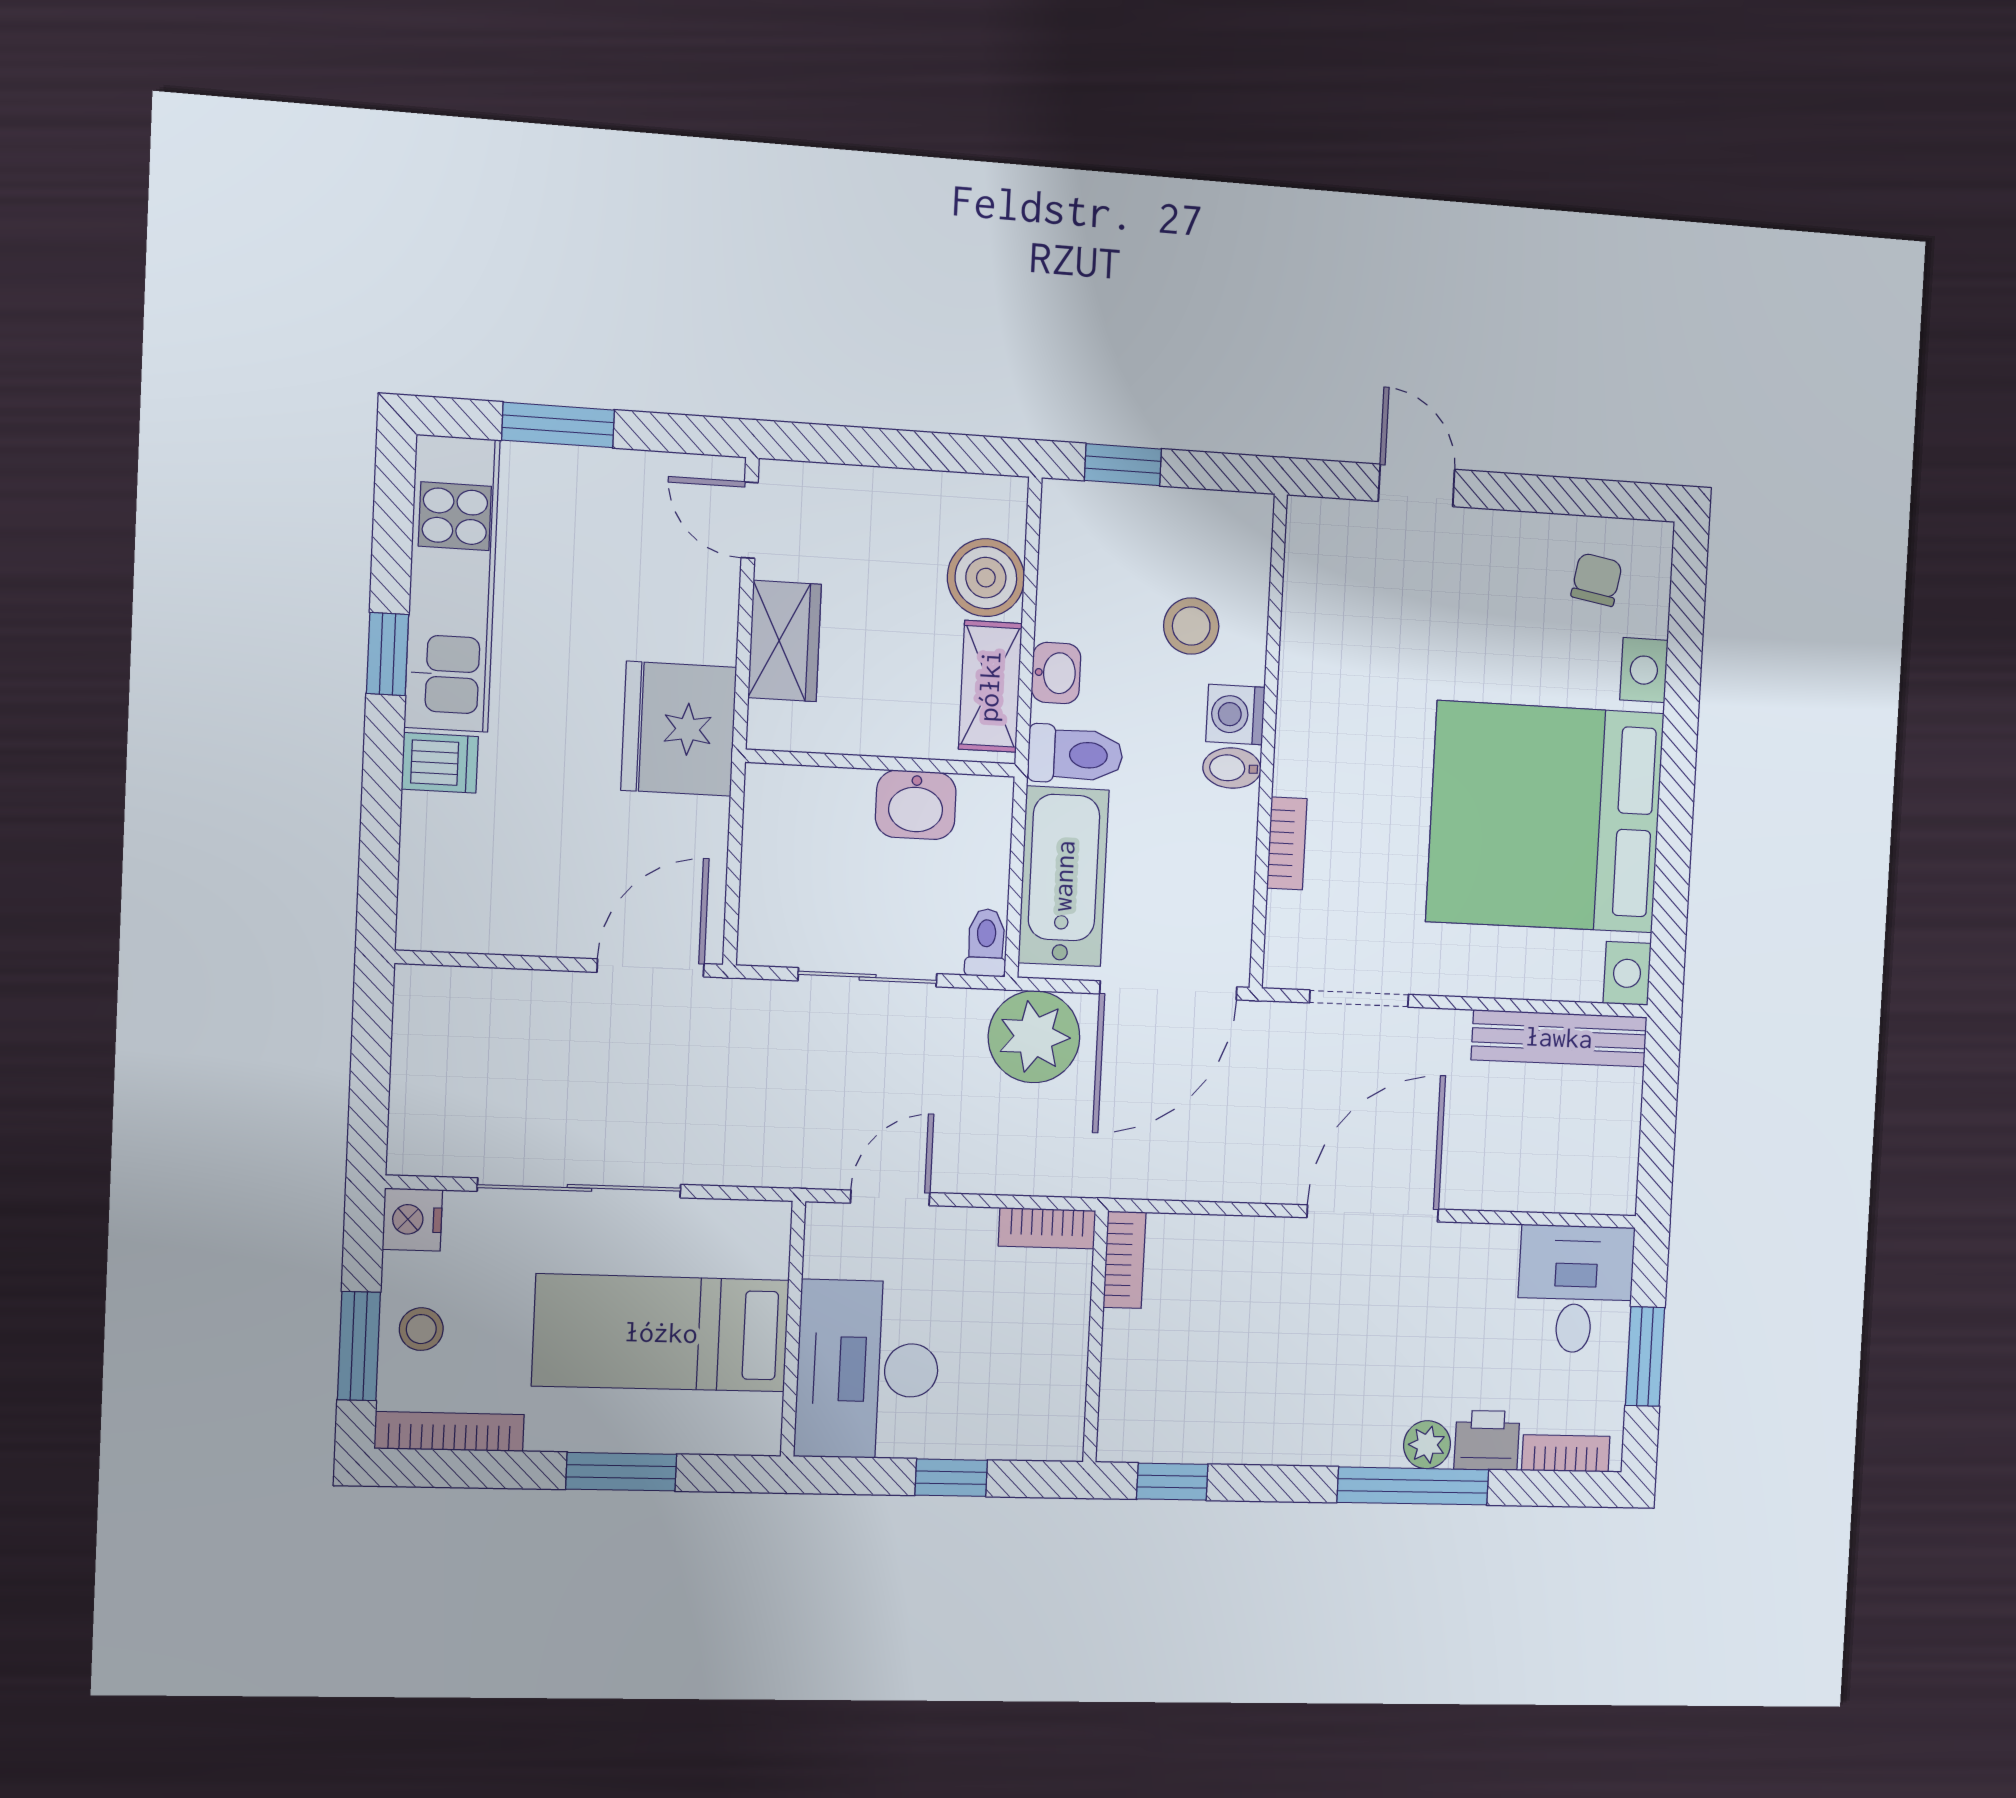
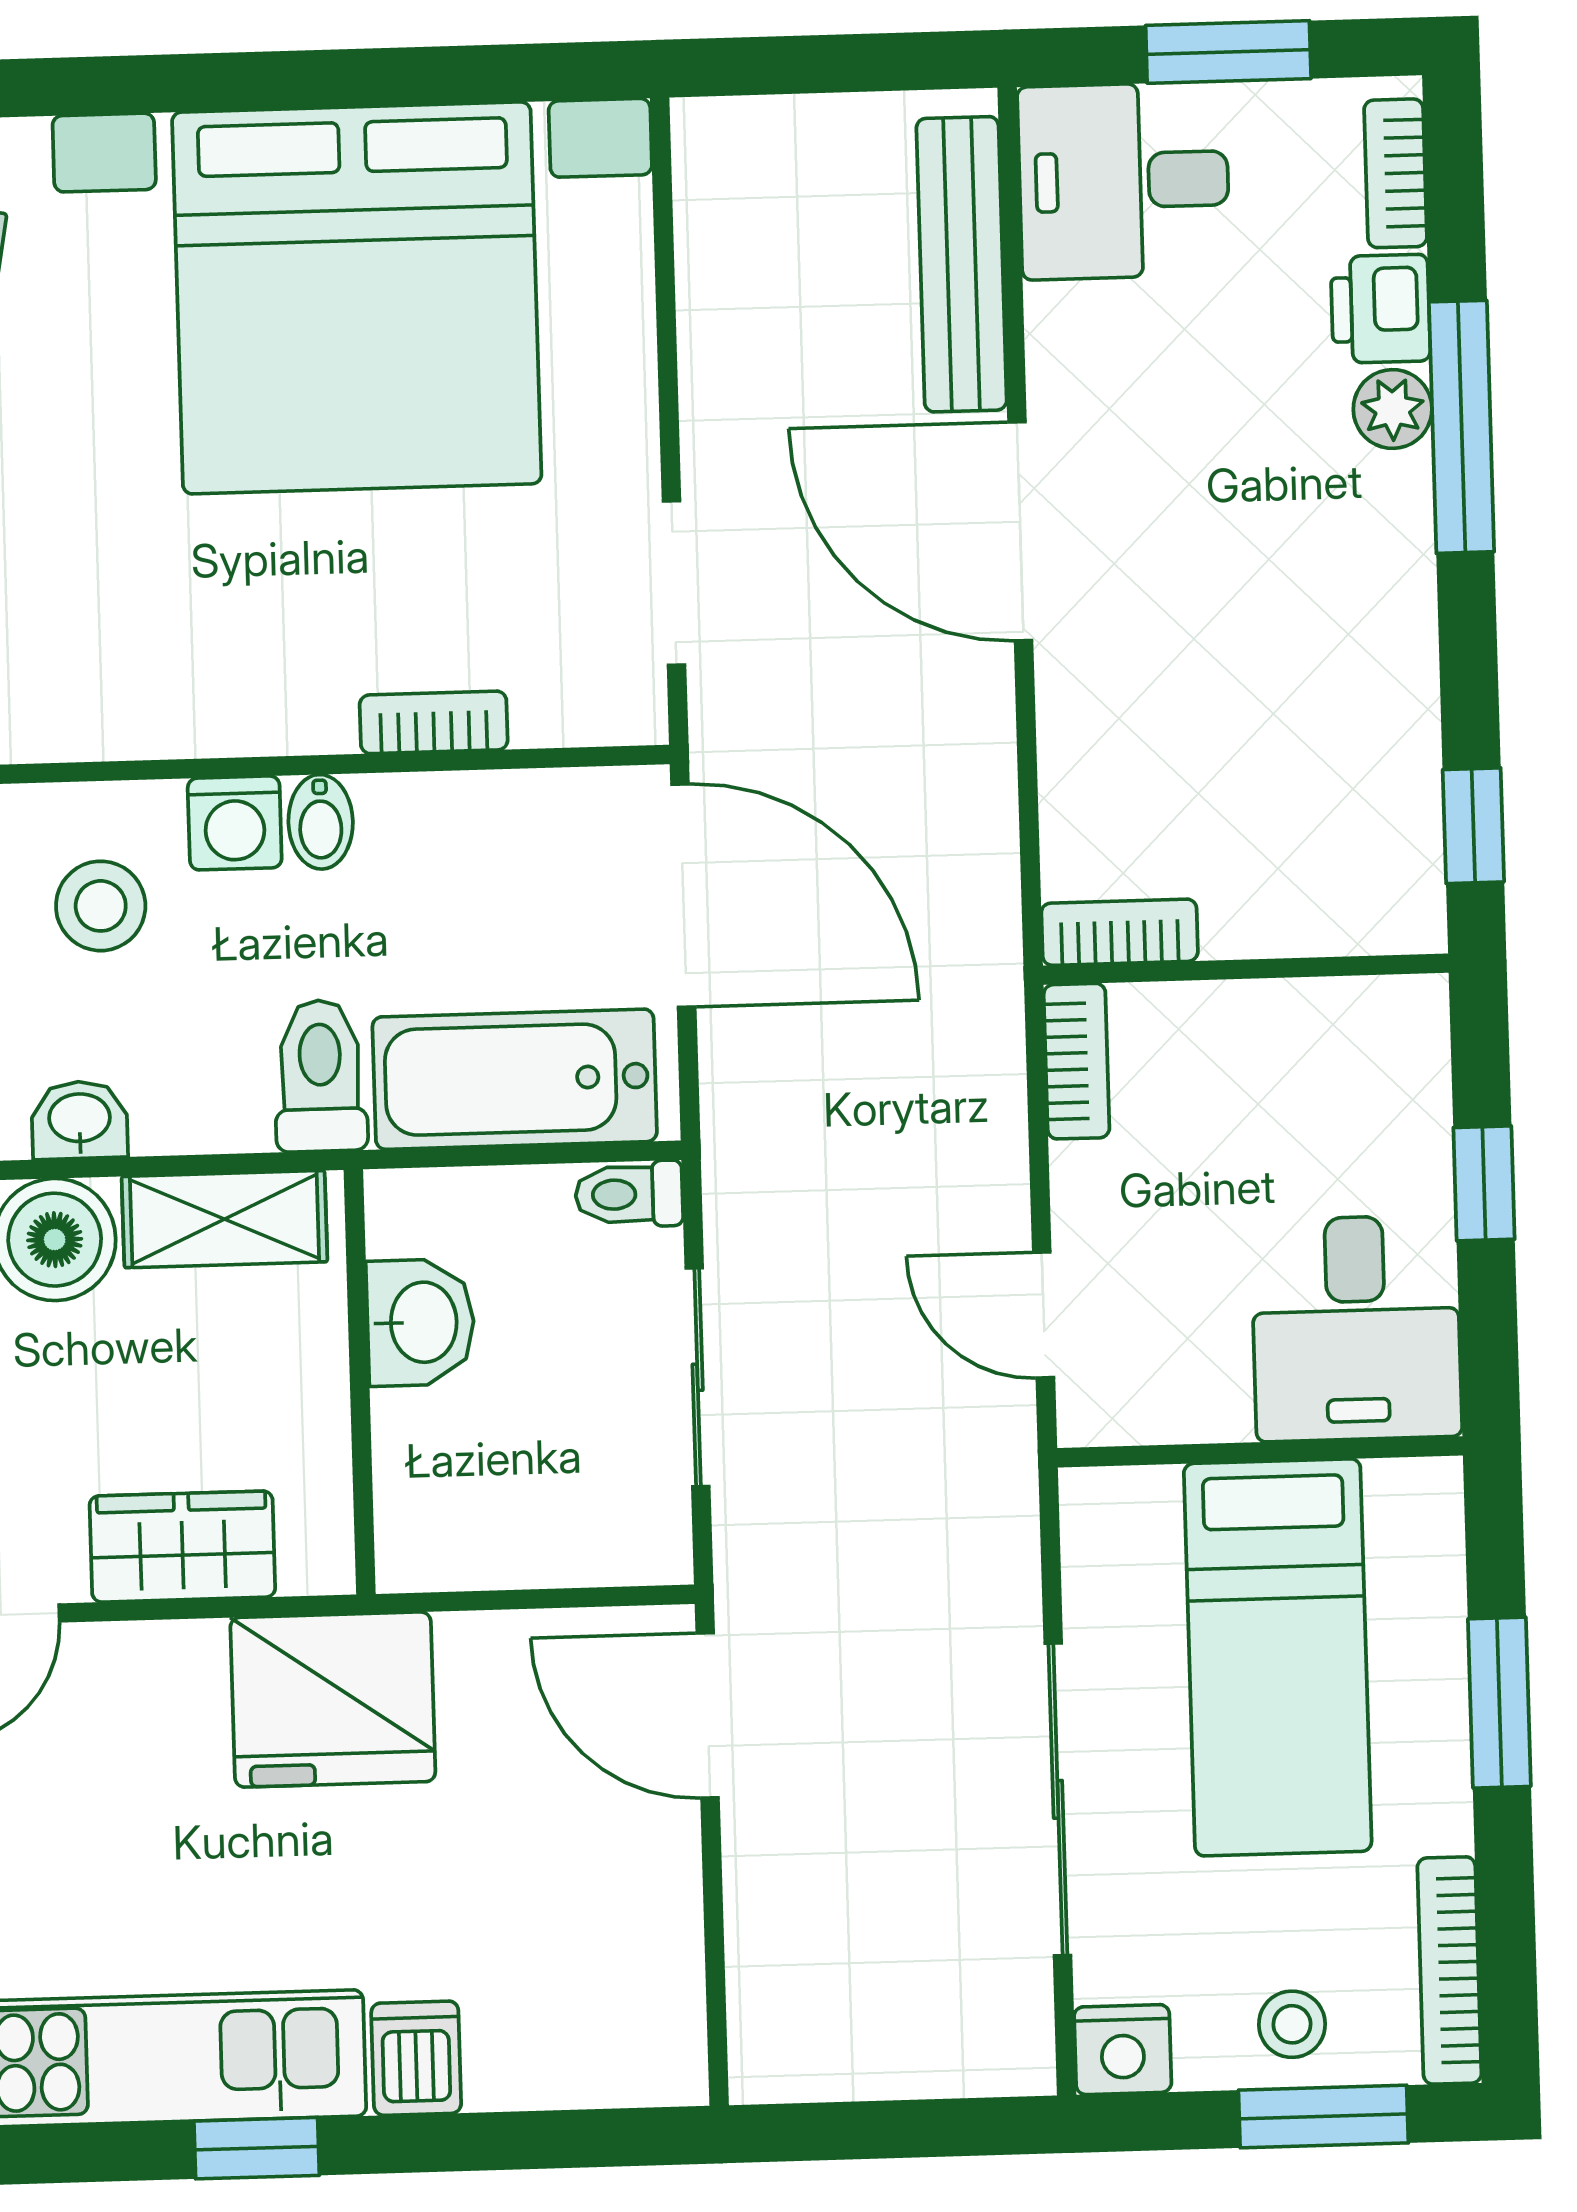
washbasin: (1056, 673) -> (80, 1120), moved
plant: (1034, 1037) -> (773, 1106), removed
bench: (1559, 1038) -> (962, 264), moved
desk: (868, 1369) -> (1356, 1328), width x0.73

